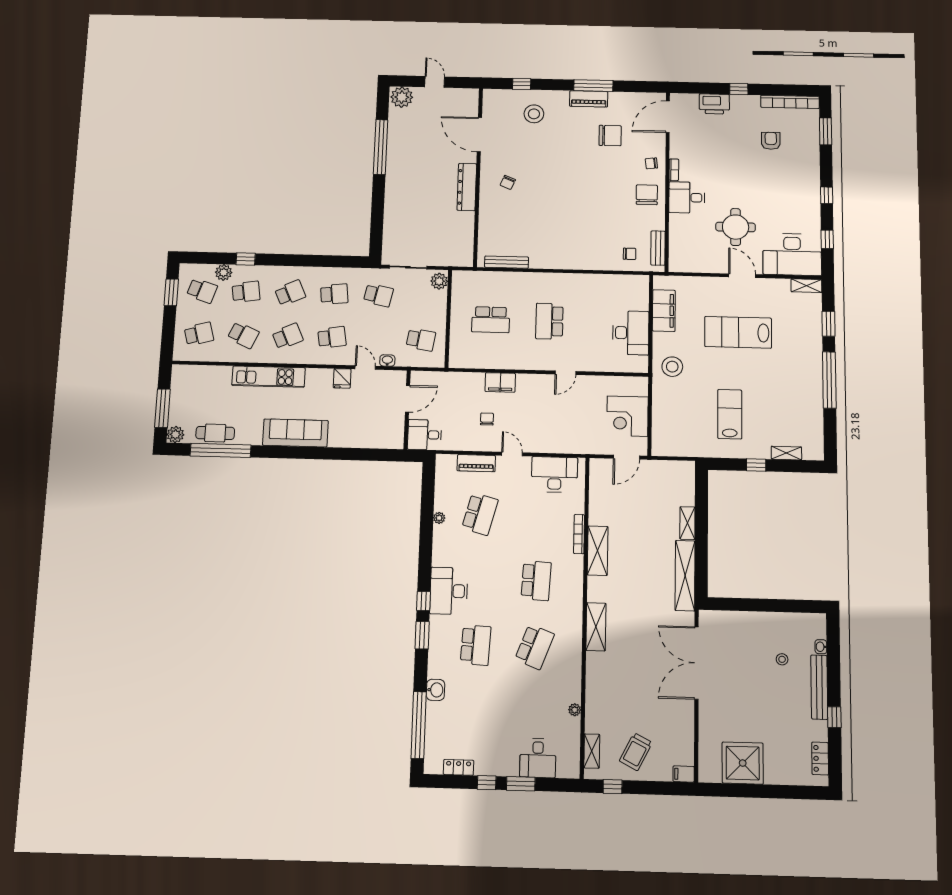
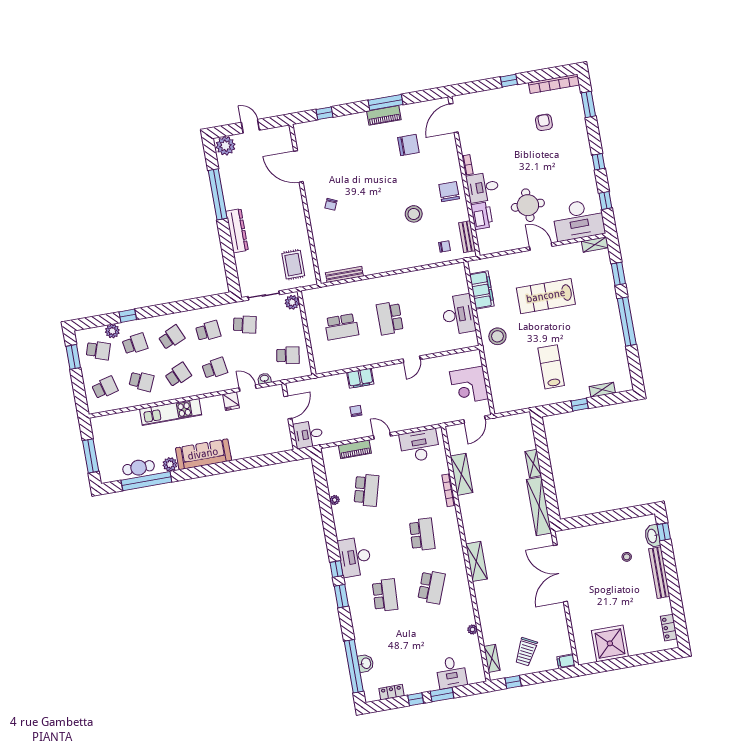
printer: (714, 104) -> (482, 216), moved, turned -90
stool: (534, 114) -> (414, 214), moved
chair: (651, 163) -> (448, 163), removed
dresser: (467, 187) -> (237, 231), moved, turned 180
rug: (450, 240) -> (293, 265), added
plant: (175, 435) -> (170, 464), moved
shelving: (598, 551) -> (461, 474), moved
washbasin: (821, 647) -> (652, 536), width x1.91, depth x1.45
washbasin: (436, 690) -> (366, 663), moved
window: (834, 717) -> (664, 532), moved

